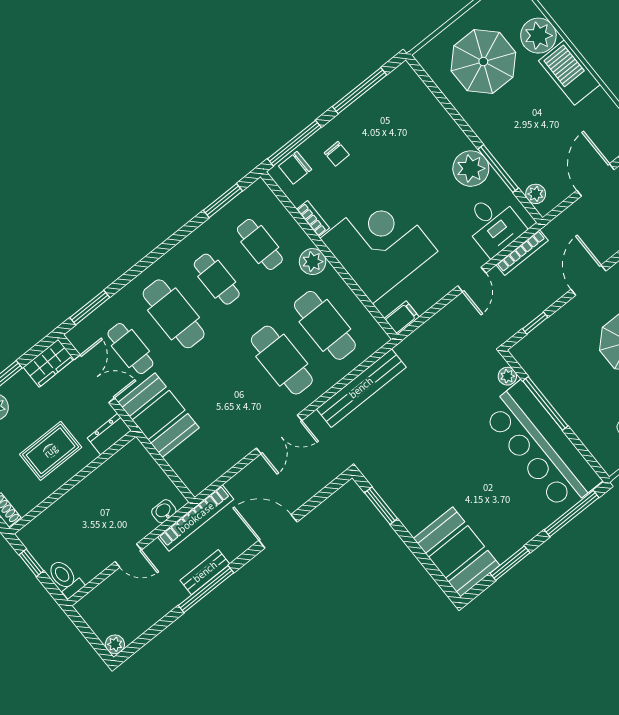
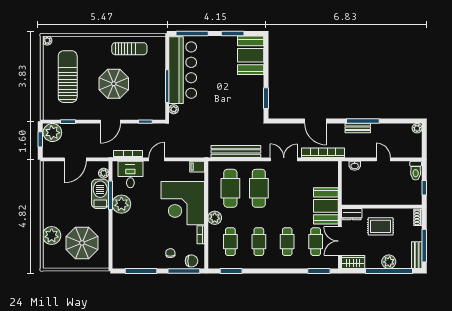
barbecue: (569, 73) -> (100, 194), moved, turned 180
cafe table: (174, 314) -> (287, 242), width x0.73, depth x0.74
bookcase: (196, 518) -> (323, 153), moved

